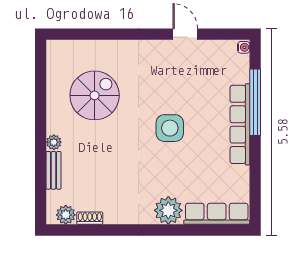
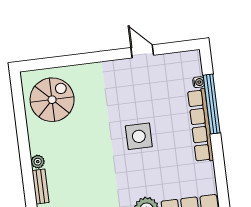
water cooler: (244, 47) -> (199, 82), moved
spiral stairs: (95, 95) -> (52, 100), moved

